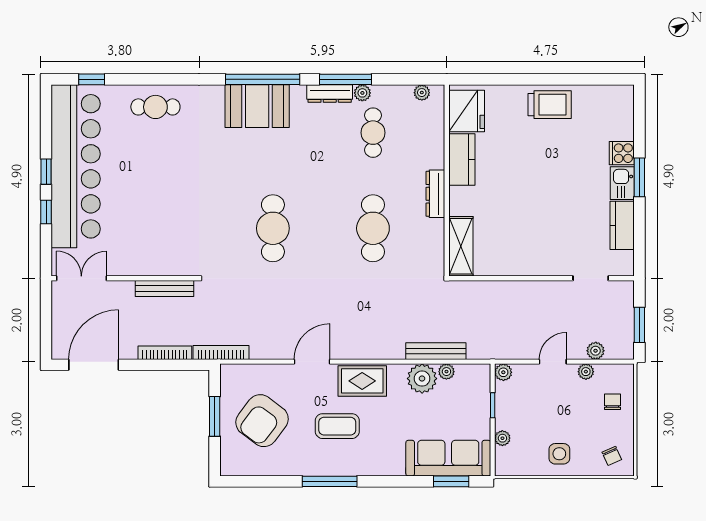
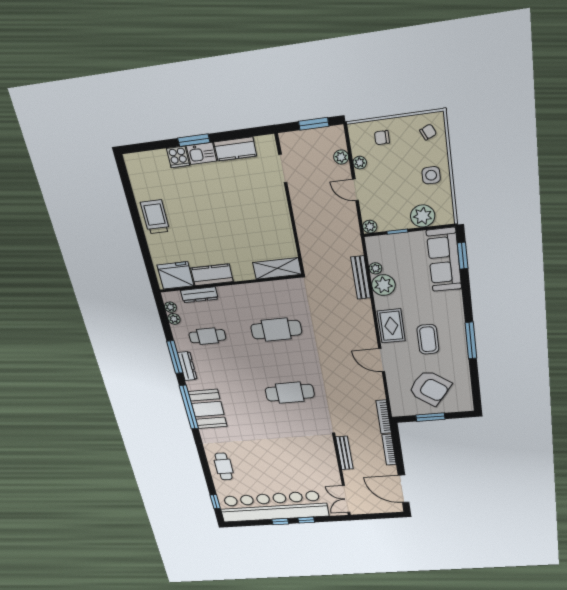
plant: (362, 93) -> (174, 319), moved
dresser: (435, 194) -> (199, 295), moved
plant: (502, 438) -> (423, 216), width x1.88, depth x1.88

